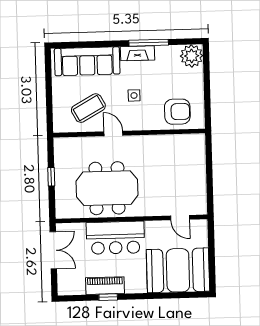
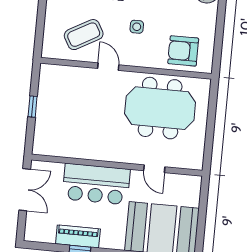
armchair: (177, 112) -> (183, 51), turned 180
meeting table: (107, 188) -> (160, 108), moved
door: (180, 218) -> (154, 169), moved

